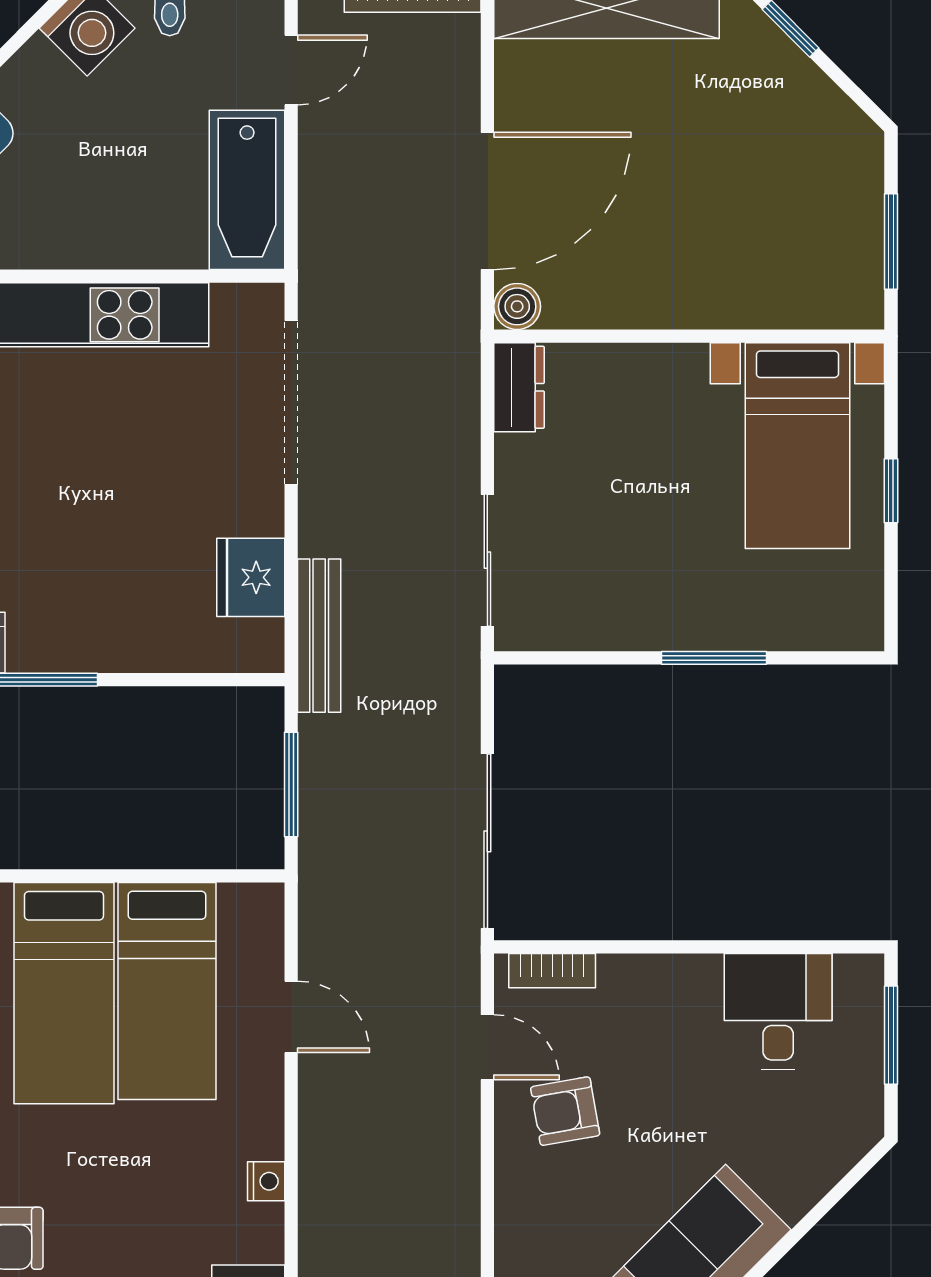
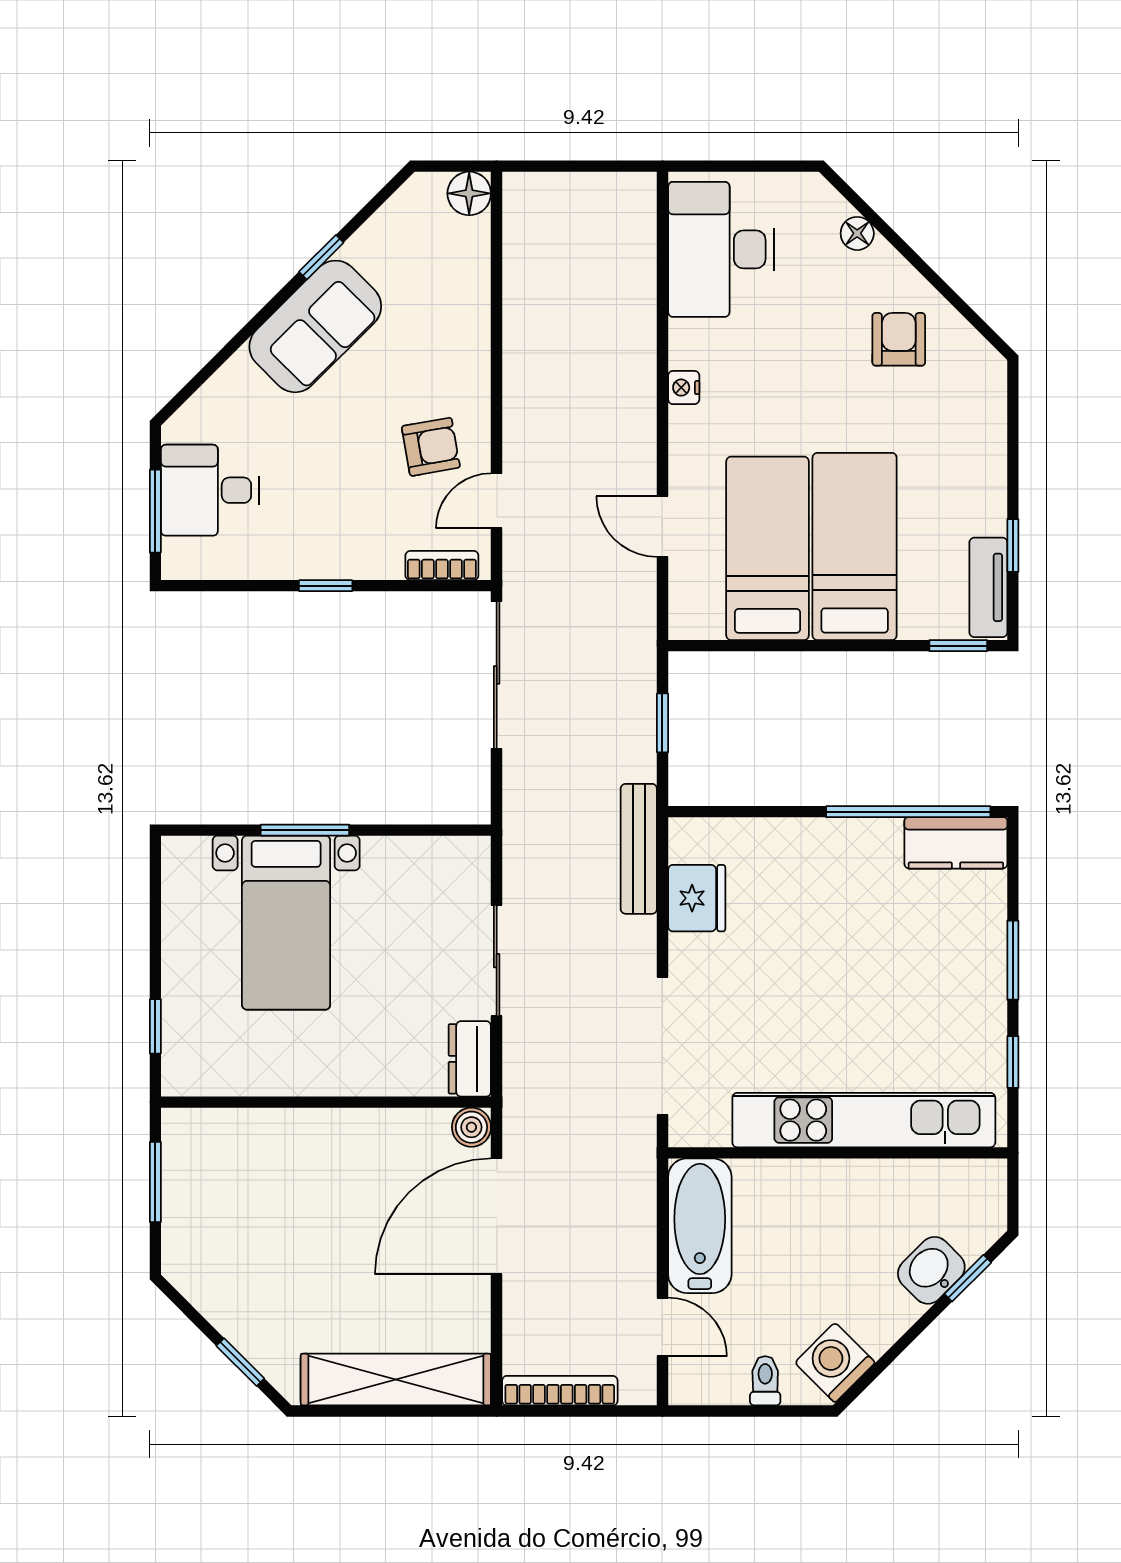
door: (291, 70) -> (662, 1327), swing flipped
bed with nightstands: (797, 446) -> (286, 923), moved, turned 180
window: (891, 491) -> (155, 1026), moved
sliding door: (487, 560) -> (497, 961), moved
window: (291, 785) -> (662, 723), width x0.67
window: (690, 947) -> (326, 586), added
desk: (778, 1011) -> (210, 490), moved, turned 90
door: (487, 1047) -> (497, 501), hinge flipped

